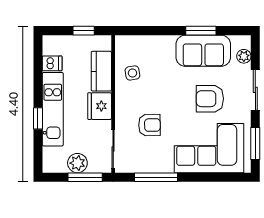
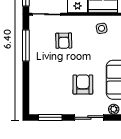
corner sofa: (209, 148) -> (47, 84), removed

